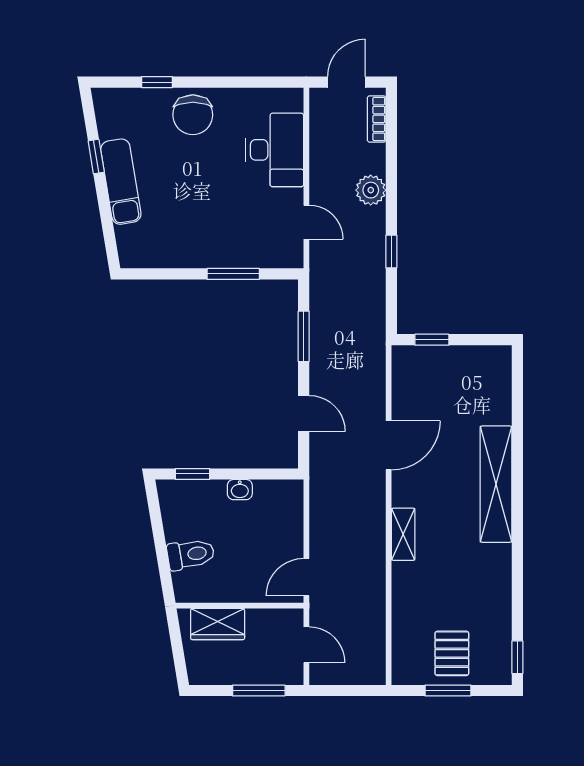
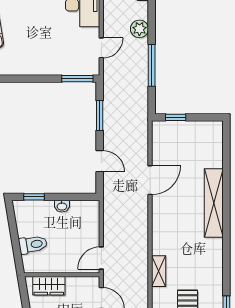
door: (306, 222) -> (101, 48), hinge flipped
window: (391, 252) -> (152, 65), width x2.17
window: (233, 274) -> (77, 79), moved
shelving: (403, 534) -> (159, 271), moved

